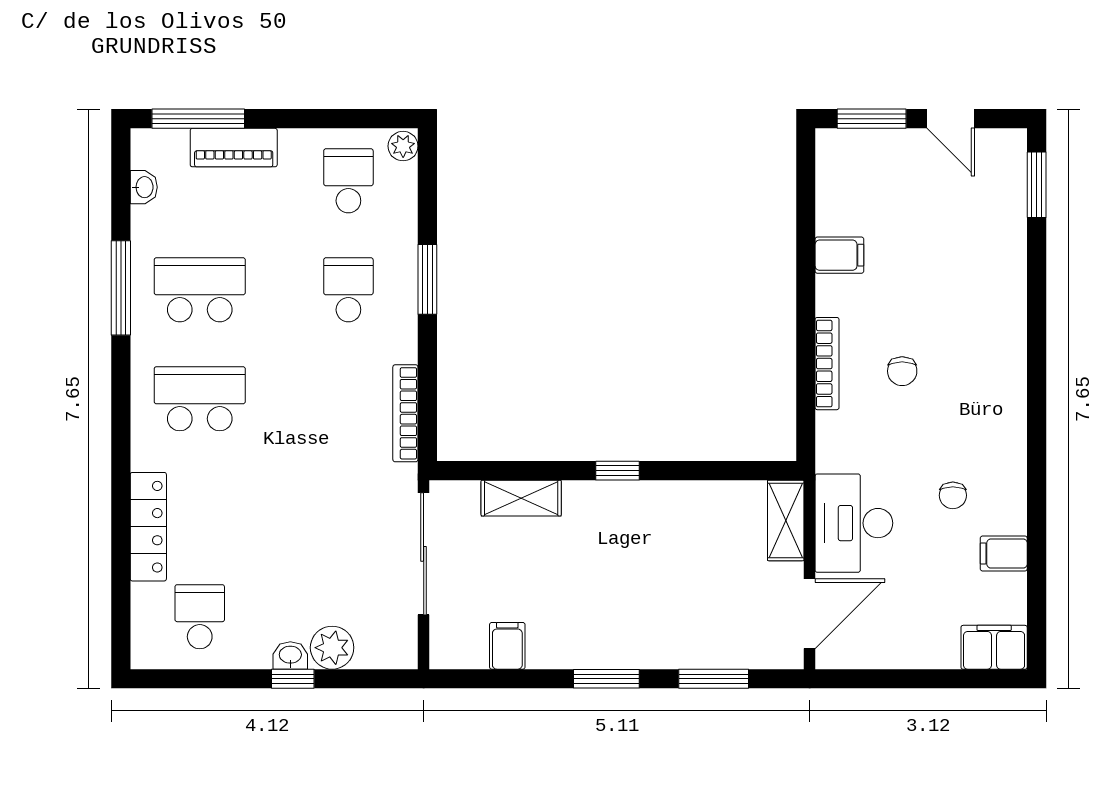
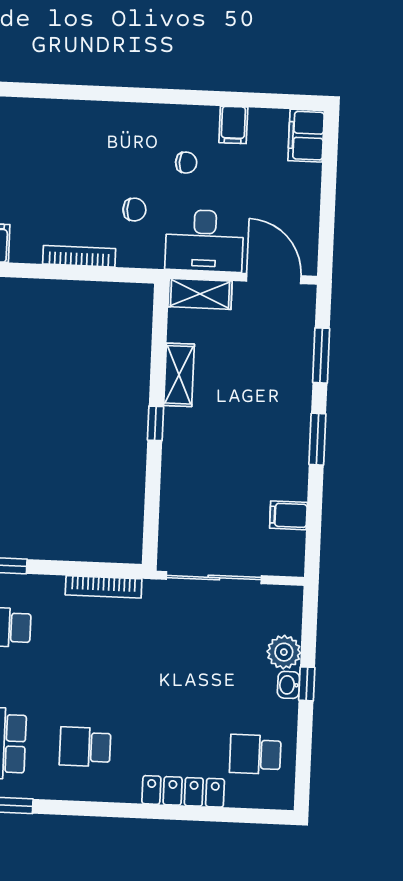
chair: (902, 371) -> (134, 210), moved
school desk: (200, 399) -> (85, 747), width x0.54
shelving: (521, 498) -> (179, 375), moved

